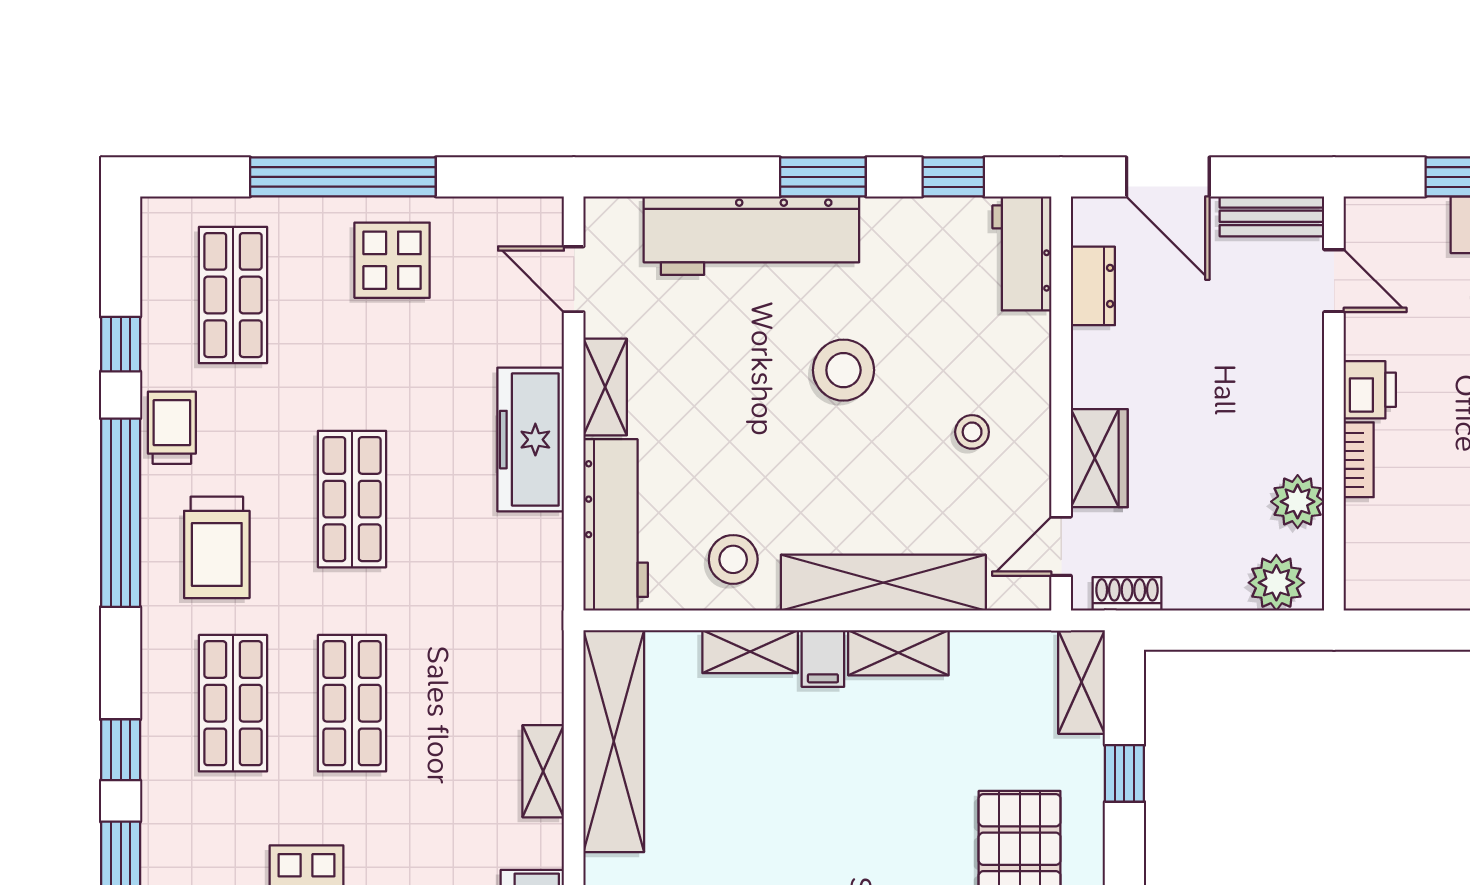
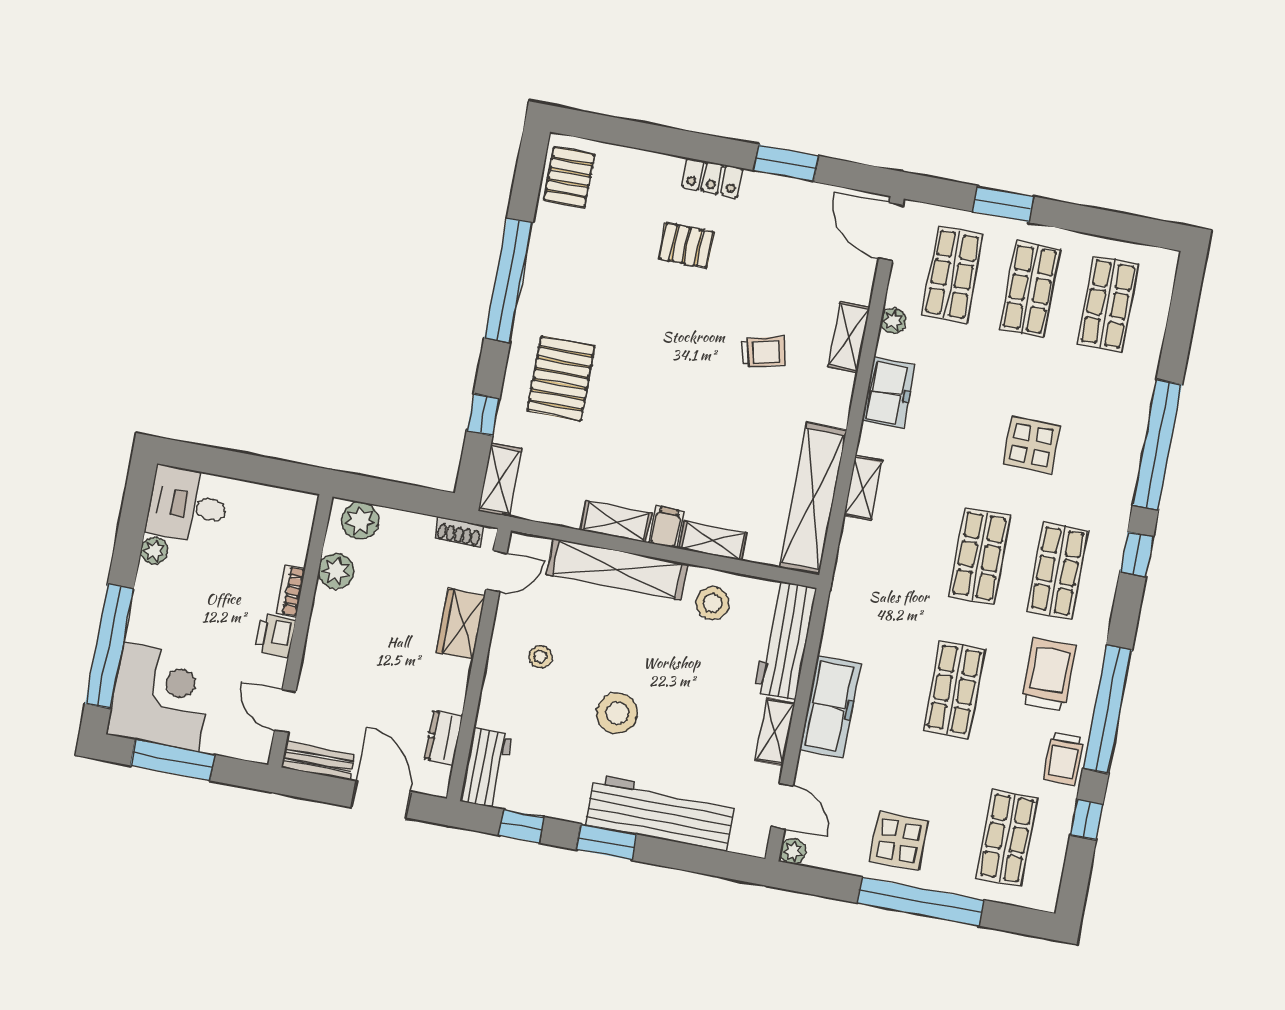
plant: (545, 215) -> (793, 851), added

